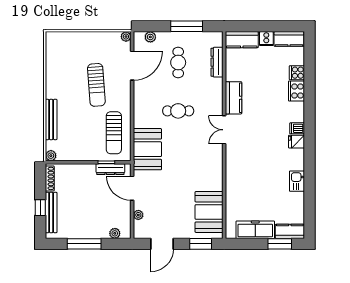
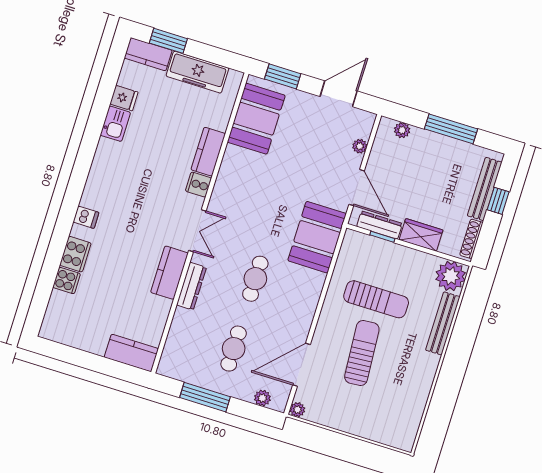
cooker: (266, 39) -> (198, 185), moved, turned -90
kitchen counter: (289, 39) -> (208, 152), moved, turned -90
dresser: (217, 62) -> (191, 286), moved
cafe table: (178, 111) -> (255, 279), turned 90
dishwasher: (297, 128) -> (86, 217), moved
sun lounger: (114, 133) -> (376, 299), moved, turned 90
fridge: (297, 142) -> (124, 98), moved
plant: (51, 156) -> (451, 276), width x1.87, depth x1.87
wardrobe: (82, 171) -> (421, 235), added

